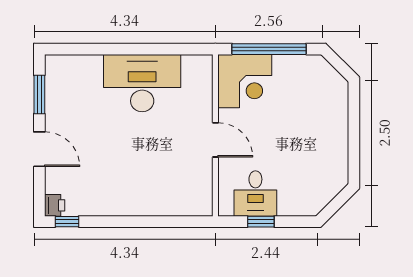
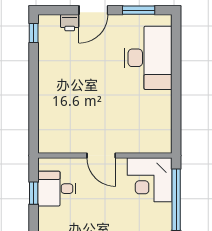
desk: (142, 83) -> (148, 58), moved
door: (215, 140) -> (101, 156), hinge flipped
printer: (55, 205) -> (70, 23), moved

